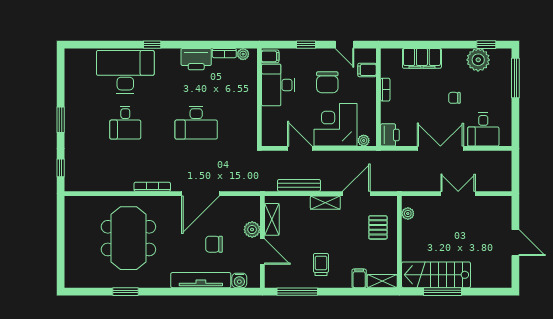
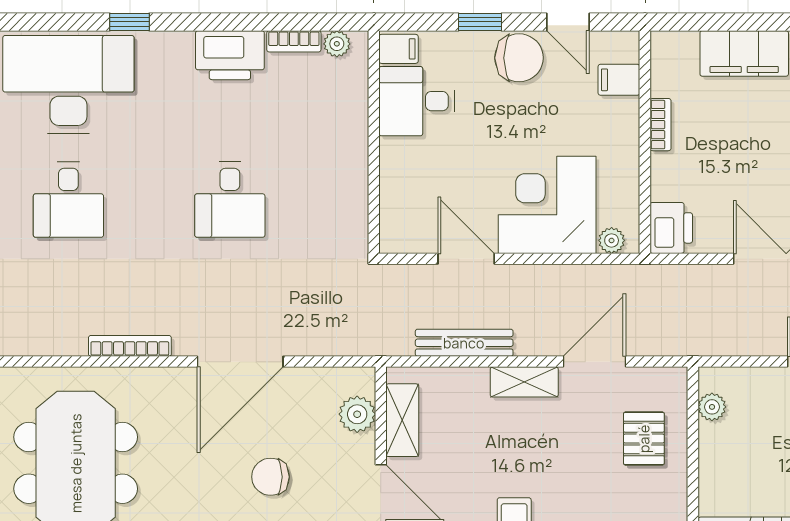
chair: (327, 82) -> (519, 58), moved, turned -90
desk: (278, 85) -> (417, 101), width x0.73
desk: (196, 123) -> (230, 200), width x0.73
plant: (252, 230) -> (357, 414), moved

